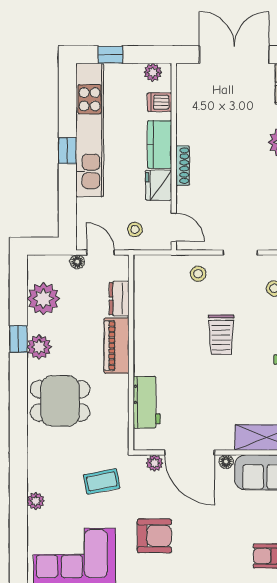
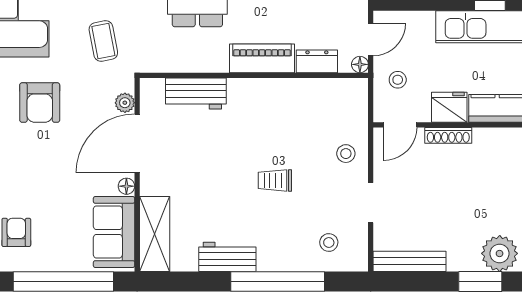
shoe rack: (183, 166) -> (448, 135), moved
floor lamp: (77, 262) -> (360, 64), moved
trolley: (221, 335) -> (275, 180), width x0.73, depth x0.72

